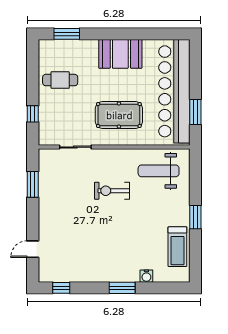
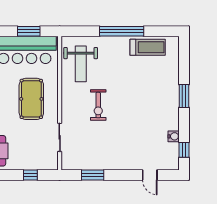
window: (195, 217) -> (122, 31), width x2.11
water cooler: (146, 276) -> (174, 136), moved

